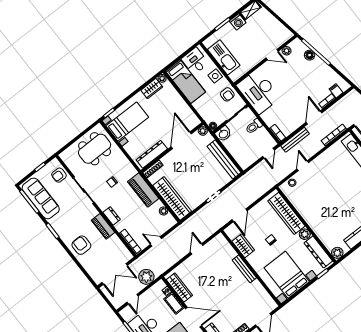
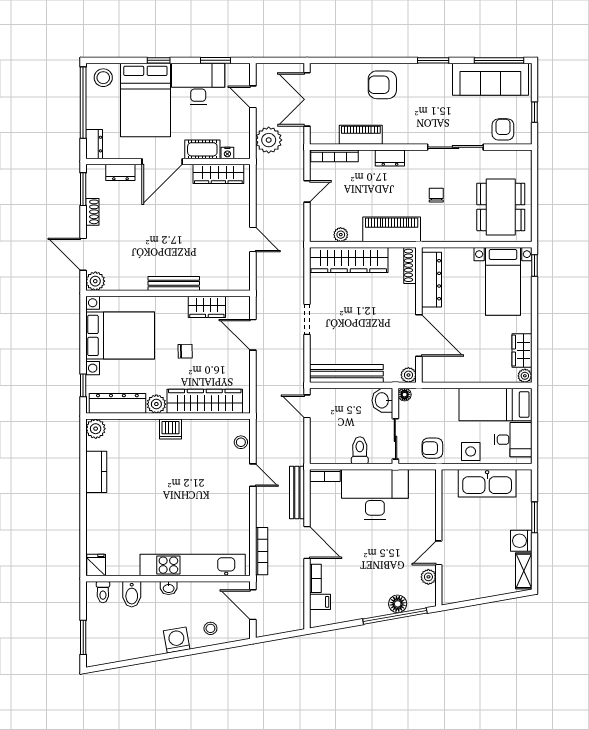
desk: (258, 91) -> (375, 494), moved
door: (269, 153) -> (307, 406), moved
dishwasher: (311, 219) -> (171, 429), added
piano: (103, 226) -> (361, 135), moved
armchair: (81, 245) -> (382, 85), turned 180
plant: (271, 305) -> (95, 281), added

